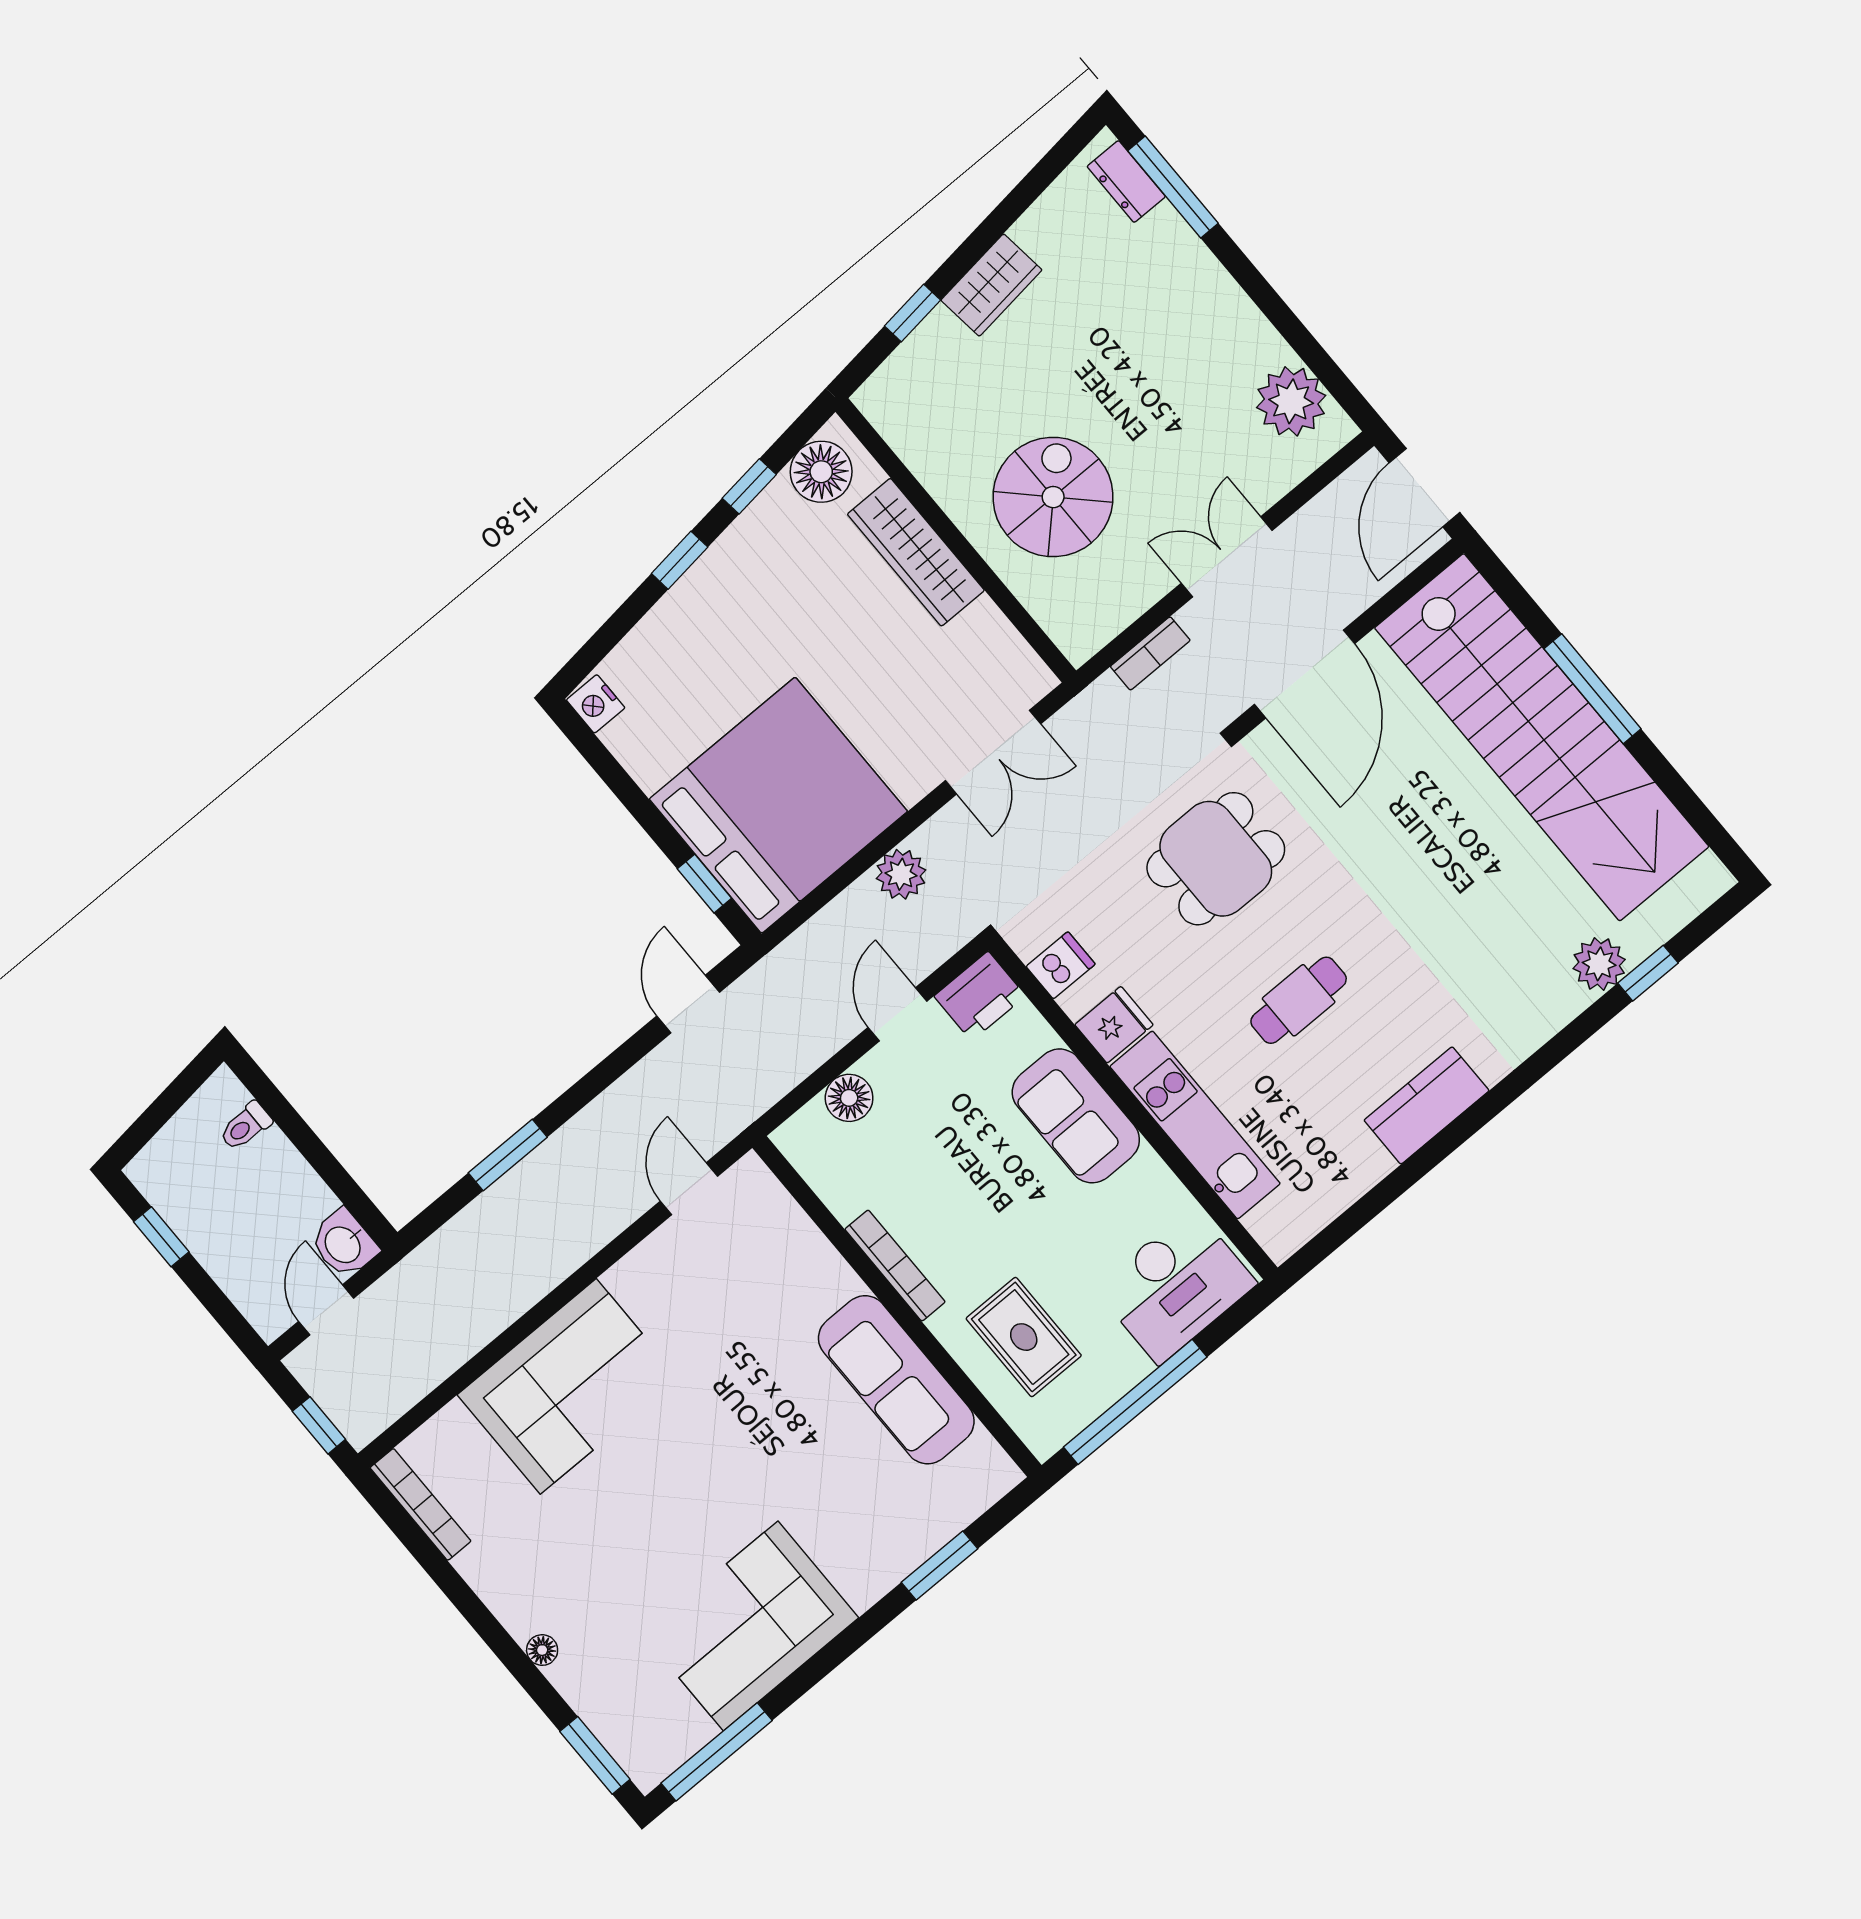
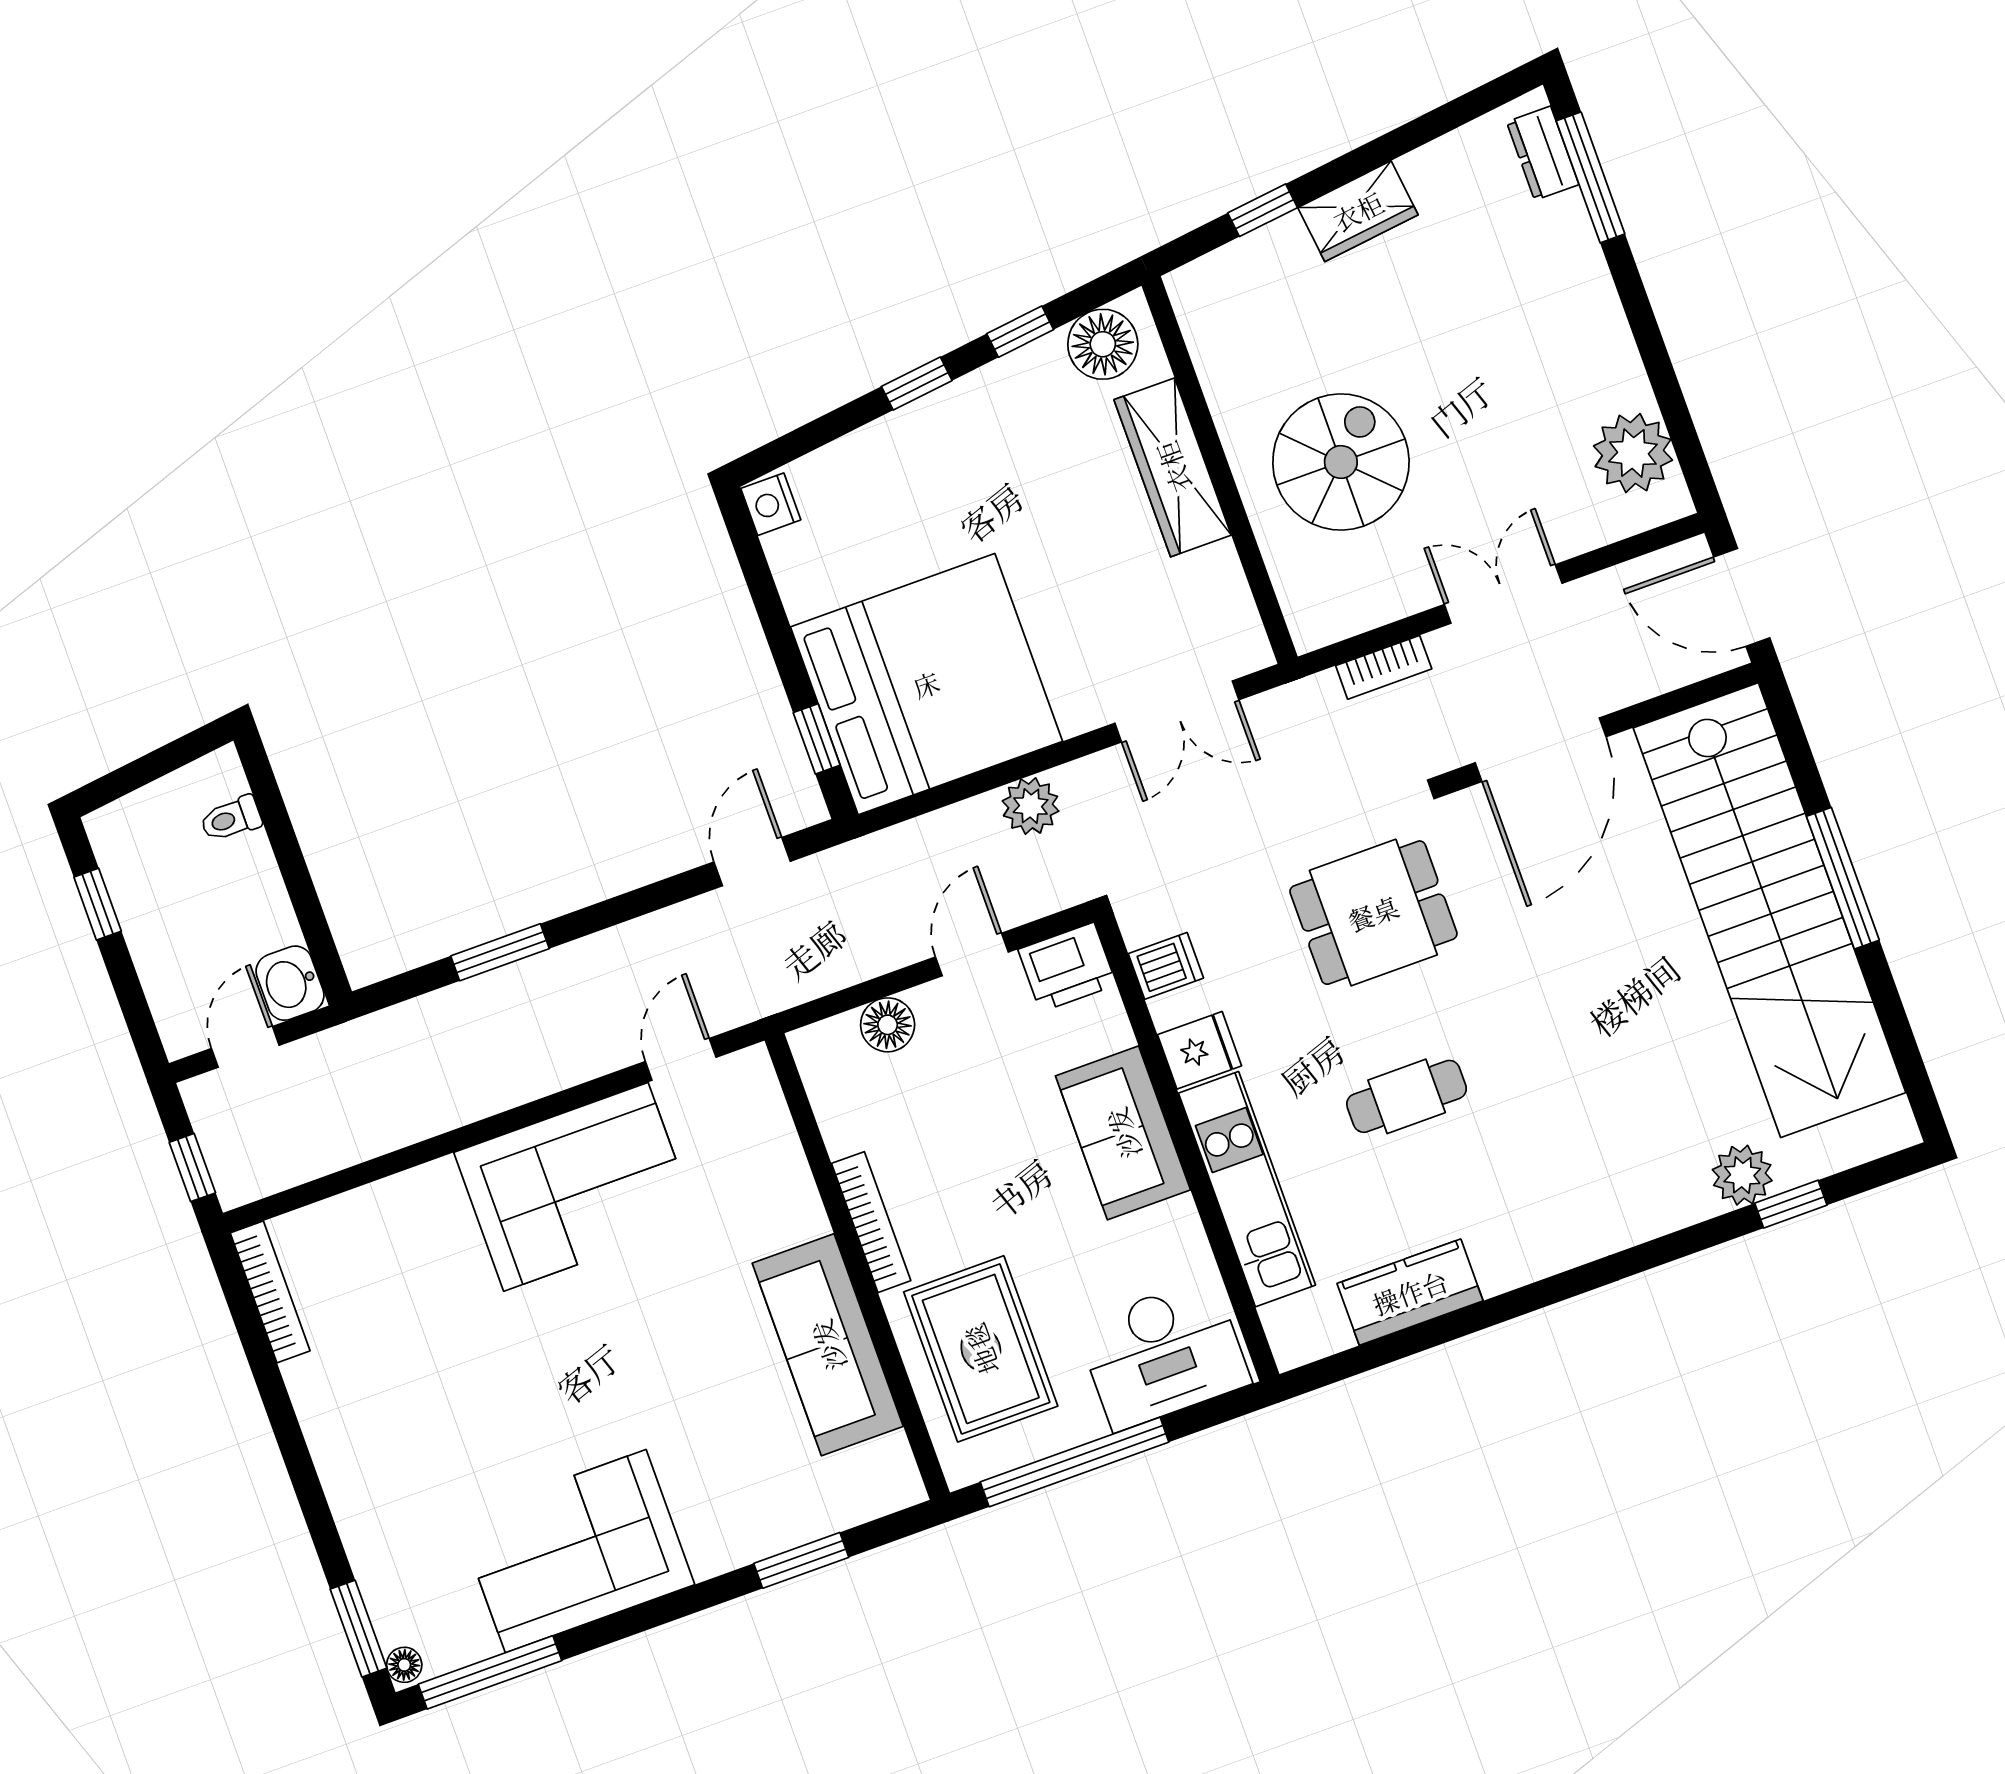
door: (1424, 488) -> (1742, 597), hinge flipped
kitchen counter: (1427, 1105) -> (1410, 1292), moved
rug: (1024, 1337) -> (981, 1349), width x1.36, depth x1.43
corner sofa: (568, 1386) -> (576, 1187), moved
floor lamp: (542, 1650) -> (404, 1665), moved

